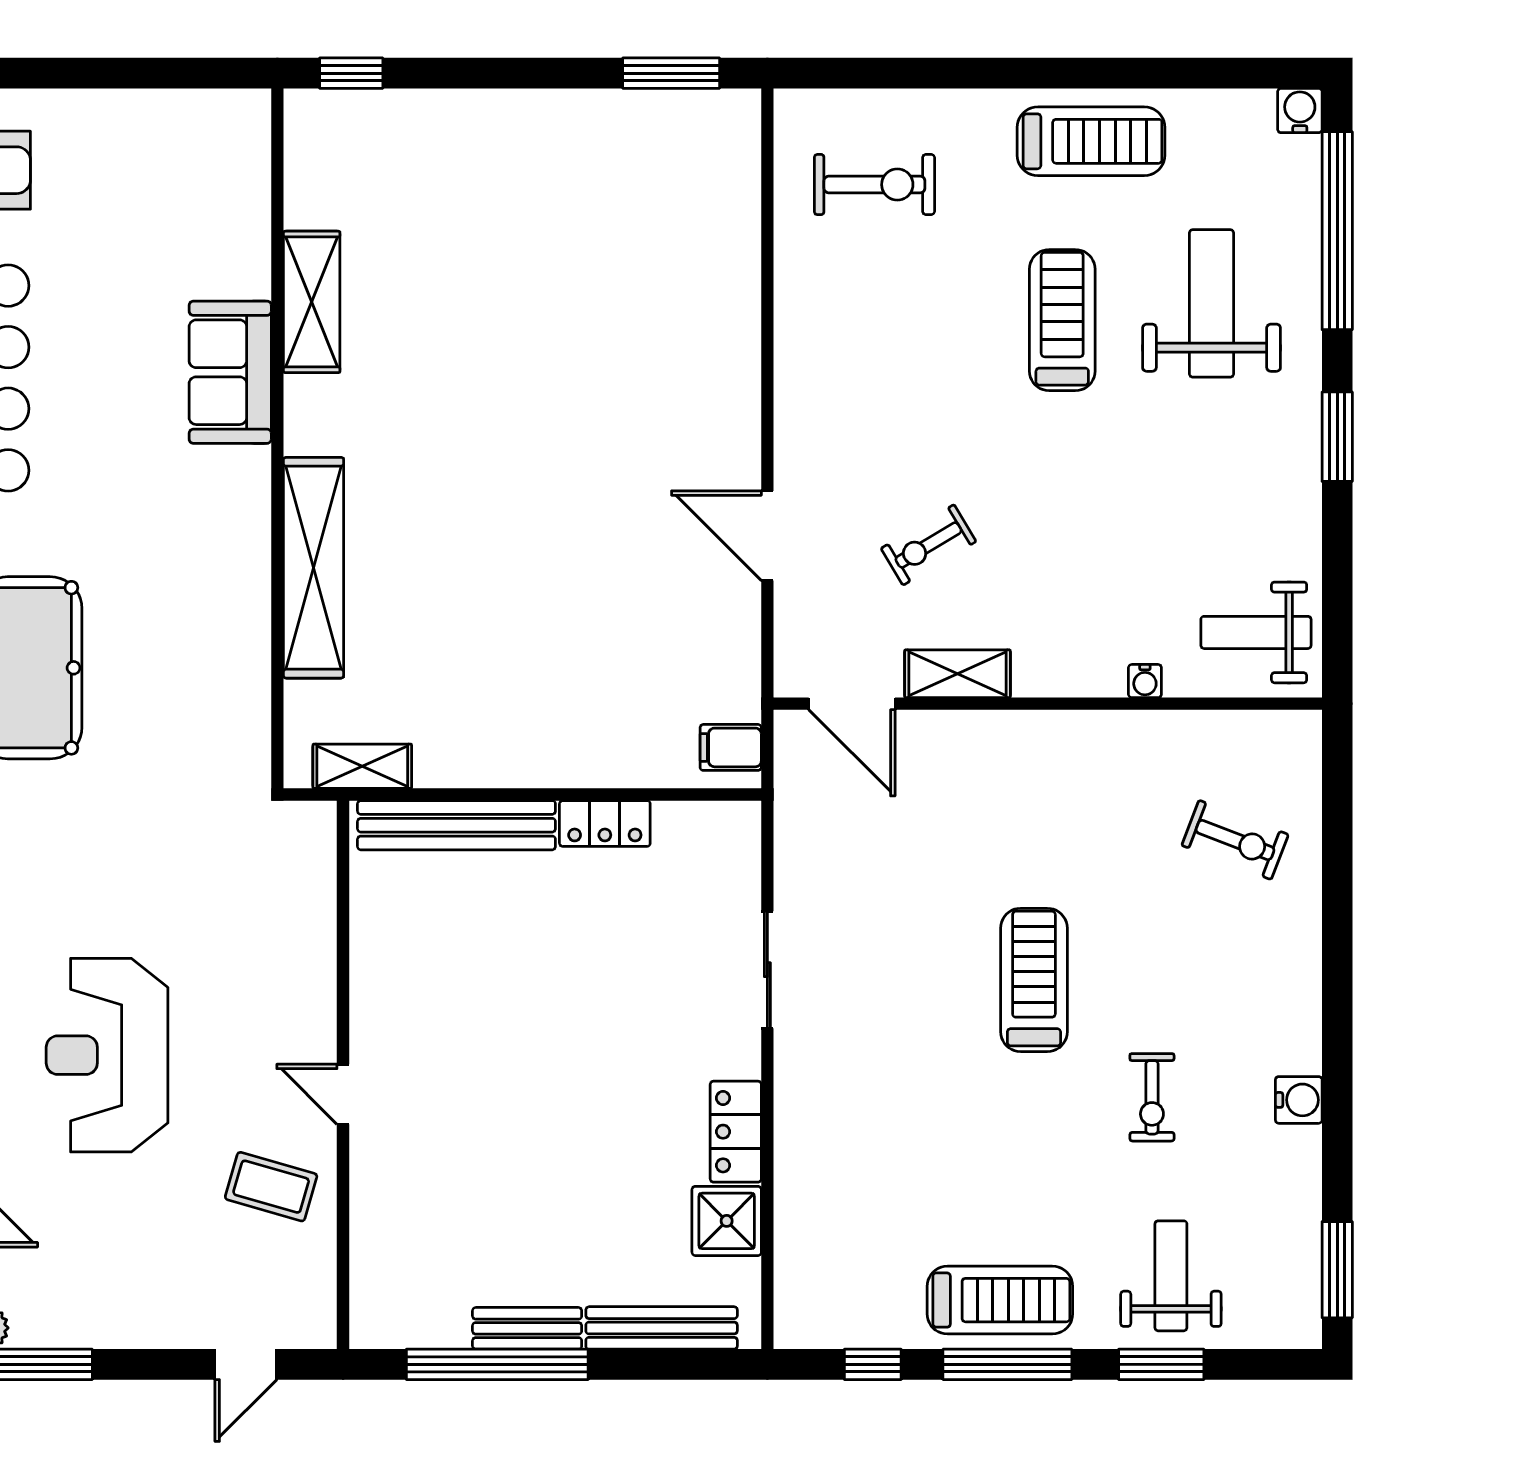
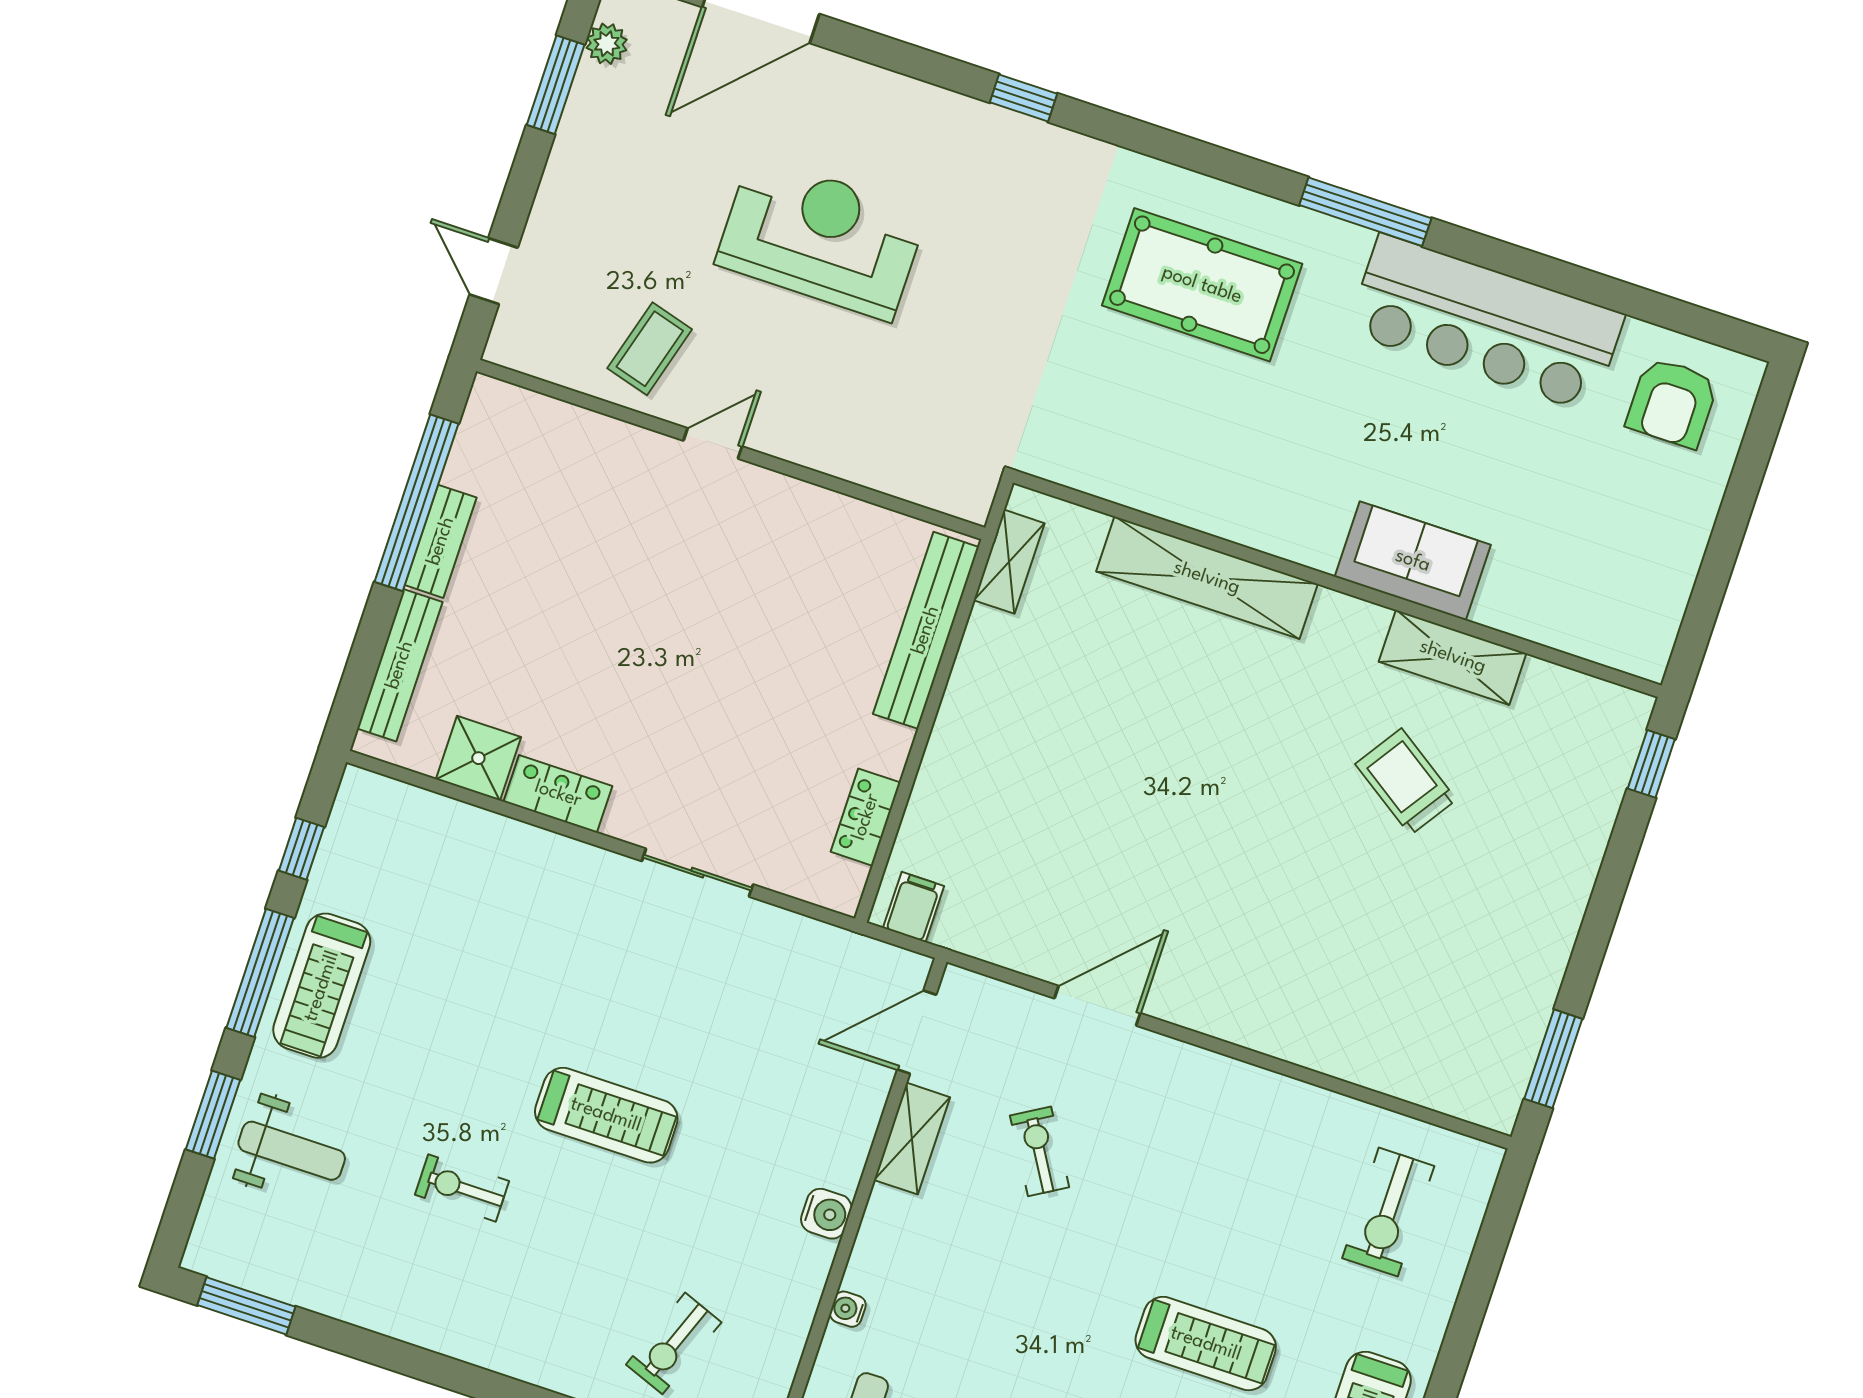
trolley: (448, 307) -> (1406, 782), added
locker: (605, 823) -> (866, 817), moved
water cooler: (1299, 1100) -> (826, 1214), moved, turned -90

